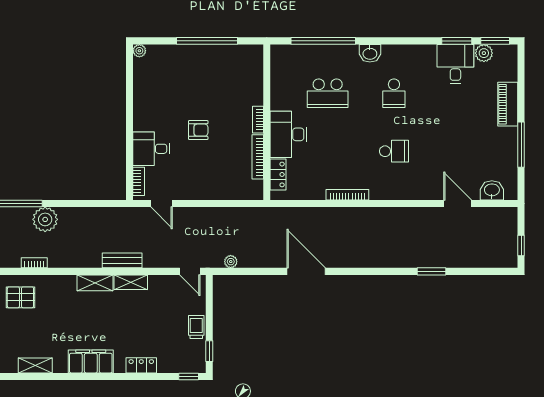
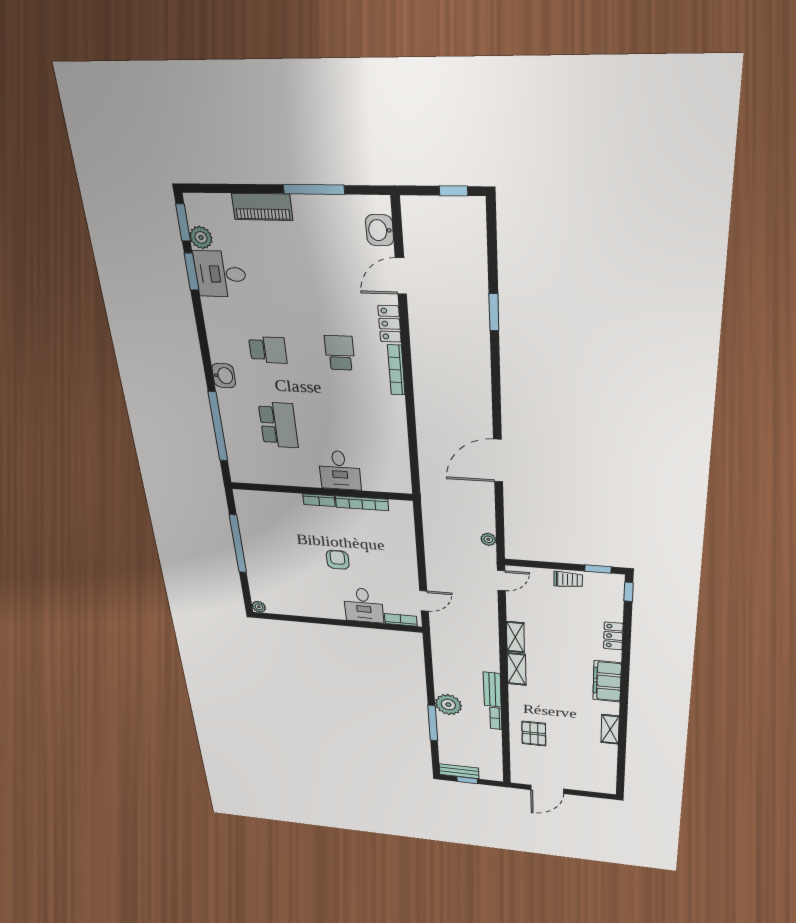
desk: (288, 134) -> (340, 470), width x0.73
locker: (278, 174) -> (390, 324), moved, turned -90
bookcase: (347, 195) -> (396, 370), moved
bench: (122, 260) -> (492, 690), moved
trolley: (196, 327) -> (568, 580), turned 180

